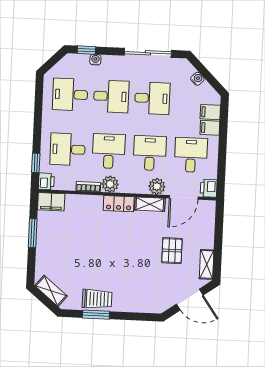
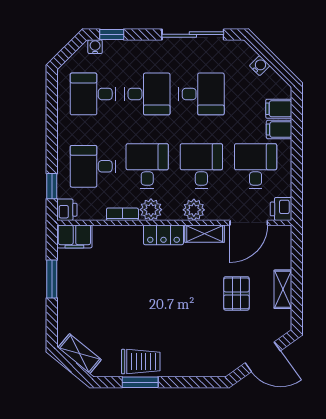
water cooler: (95, 60) -> (95, 47), moved
plant: (157, 186) -> (194, 210), moved
shelving: (207, 264) -> (283, 289), moved

